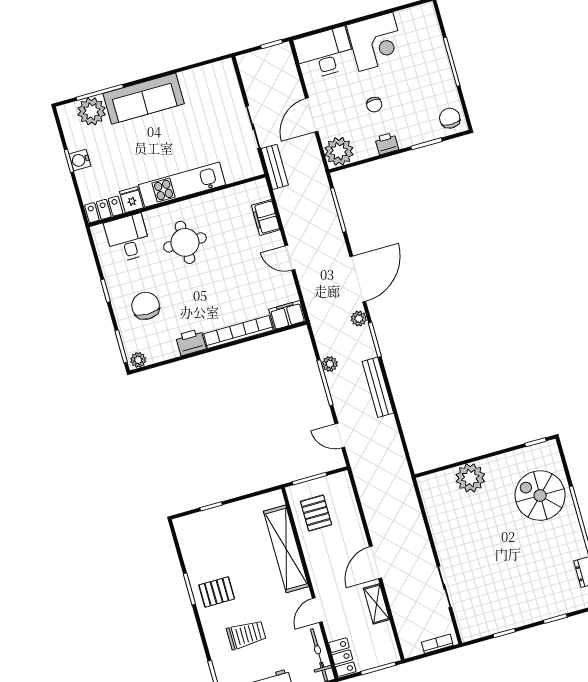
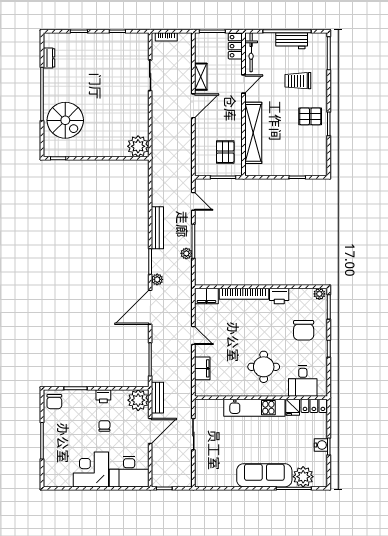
bench: (275, 167) -> (157, 398), moved
plant: (470, 478) -> (138, 146), moved

